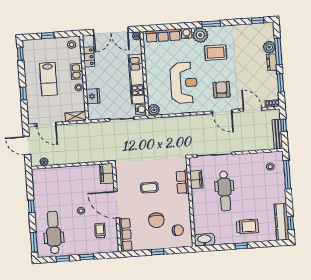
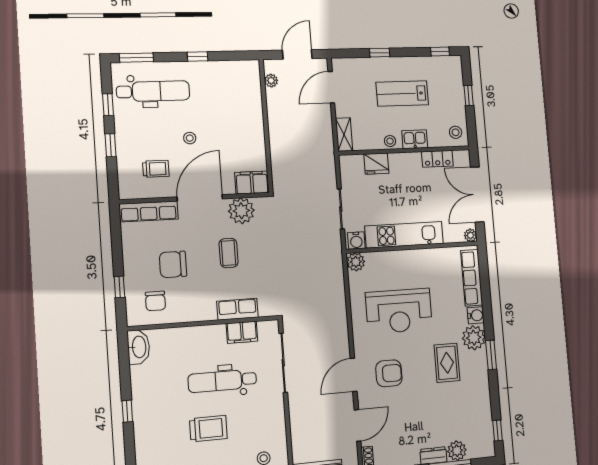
plant: (124, 180) -> (241, 211), added
trolley: (247, 227) -> (208, 429), moved, turned -90
window: (158, 252) -> (119, 287), moved

